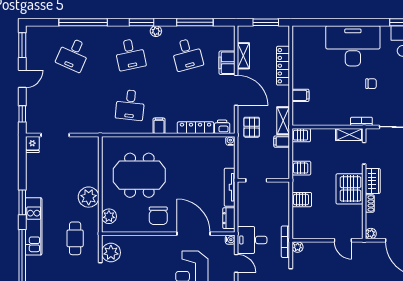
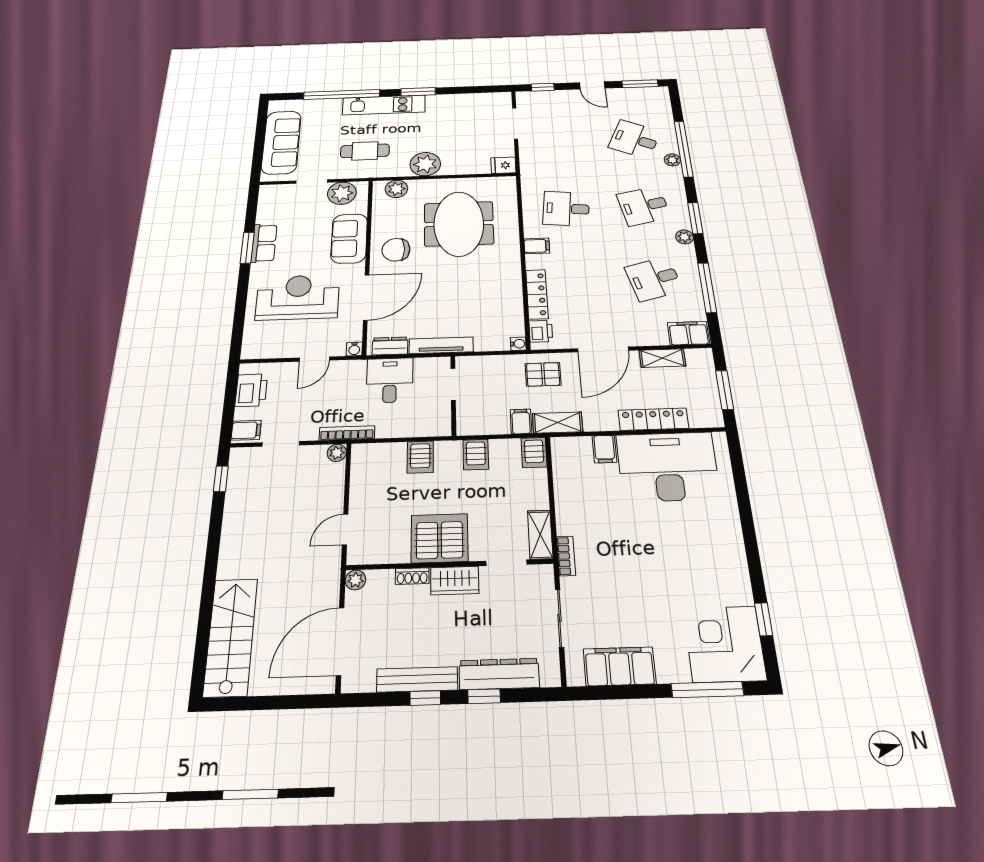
plant: (92, 31) -> (672, 160), added
desk: (353, 46) -> (668, 467), moved, turned -90
filing cabinet: (227, 63) -> (688, 333), moved
chair: (371, 84) -> (638, 571), removed
fridge: (32, 144) -> (503, 165), moved
desk: (252, 240) -> (390, 380), moved
sofa: (148, 246) -> (349, 238), added

